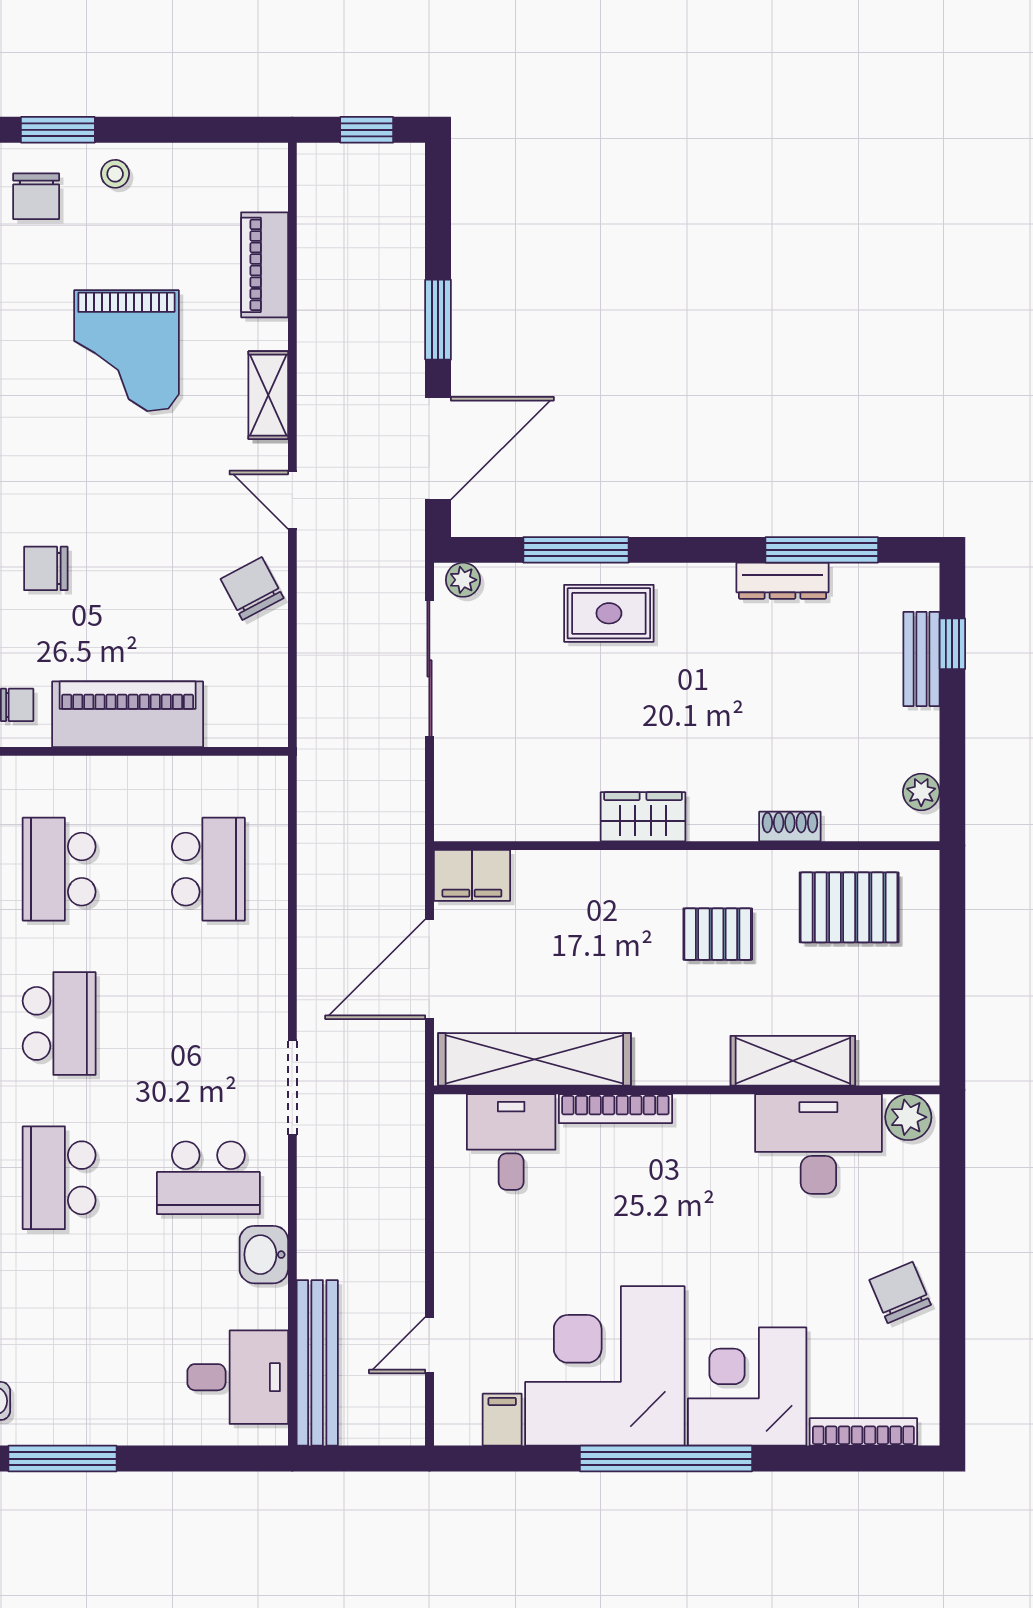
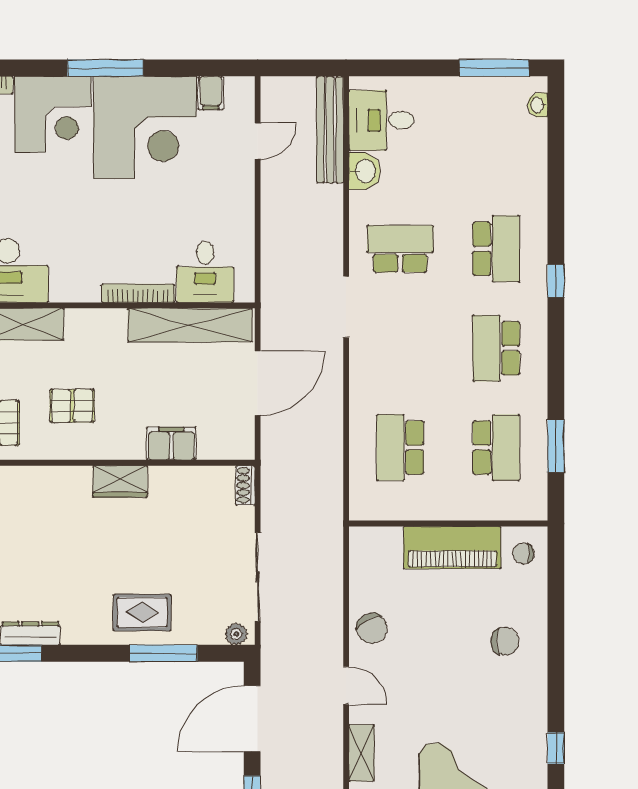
shoe rack: (790, 826) -> (245, 485), moved, turned 90
filing cabinet: (472, 875) -> (171, 444), moved
washbasin: (264, 1255) -> (364, 171), moved
window: (666, 1459) -> (105, 68), width x0.68

